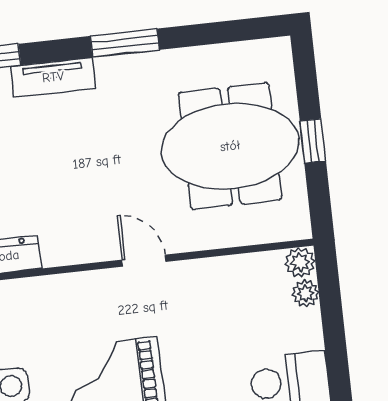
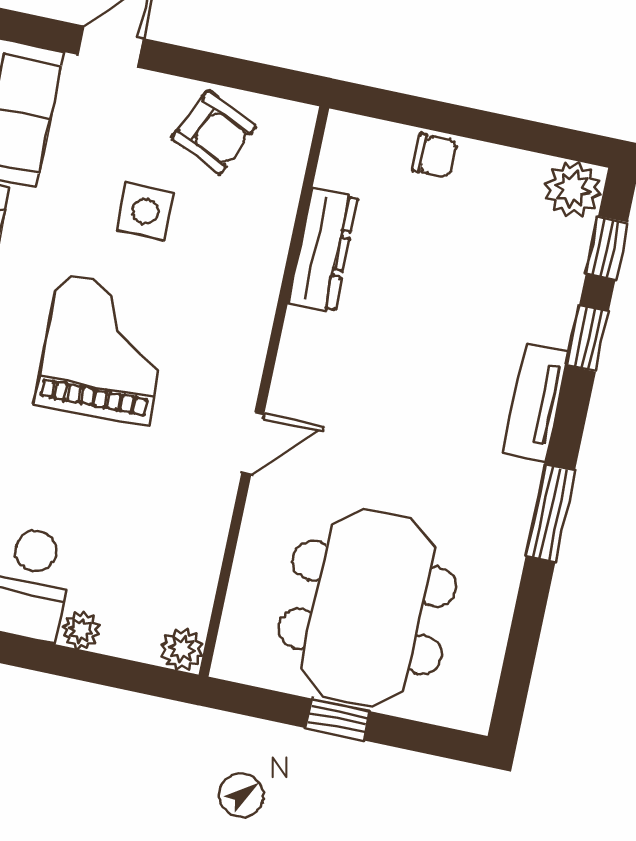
plant: (305, 293) -> (81, 630), moved

